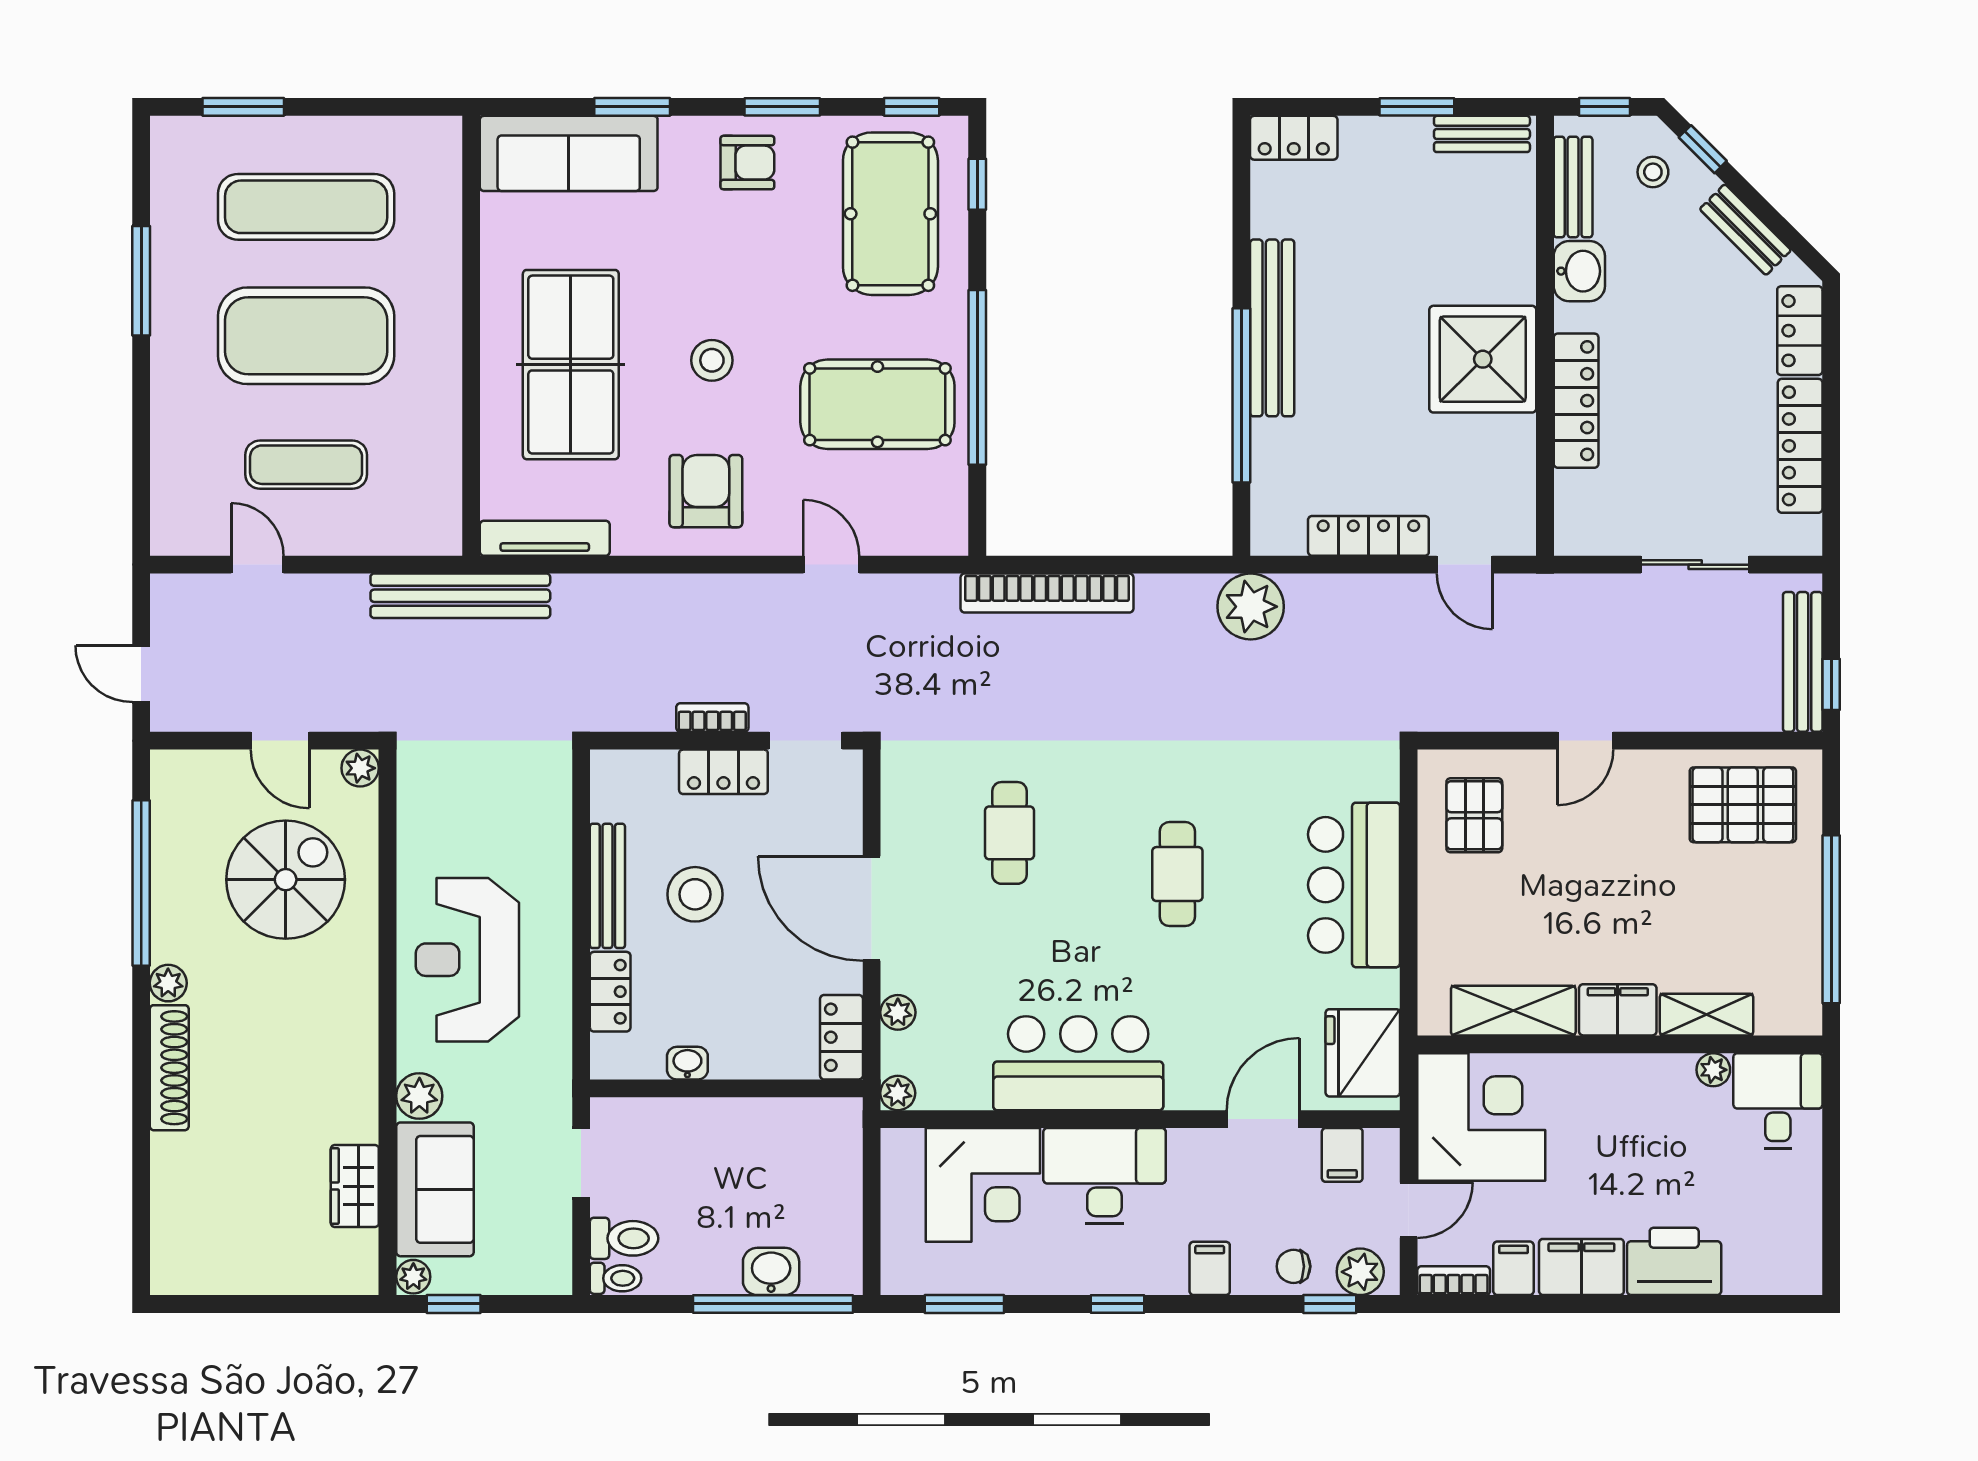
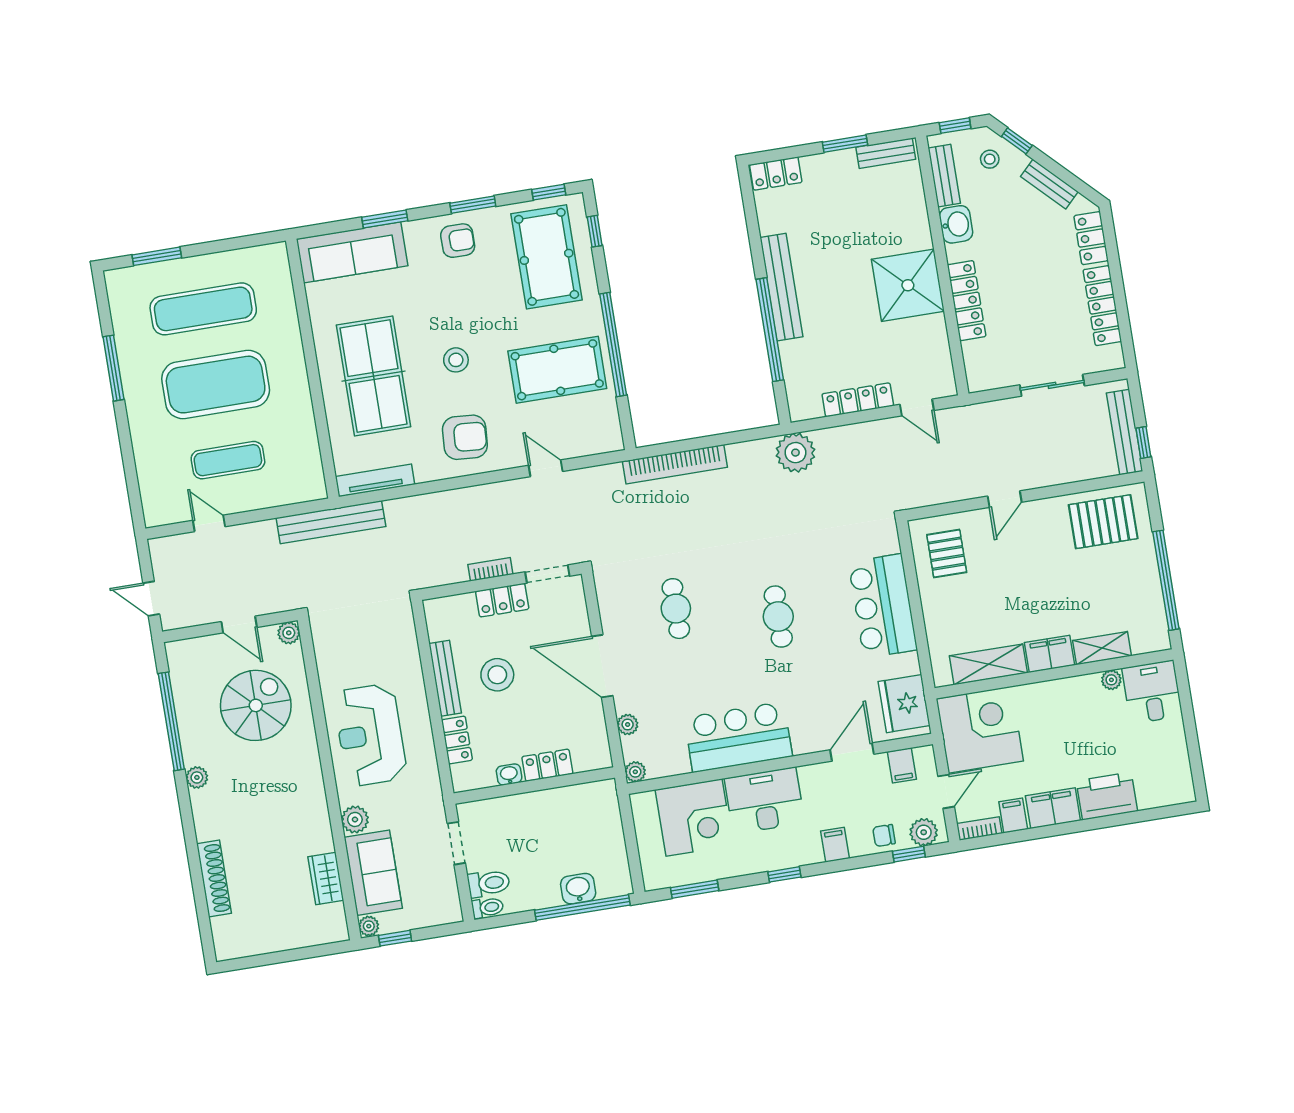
armchair: (706, 491) -> (465, 437), turned 94
locker: (841, 1037) -> (547, 765), moved, turned 90
shoe rack: (169, 1068) -> (214, 879), moved

